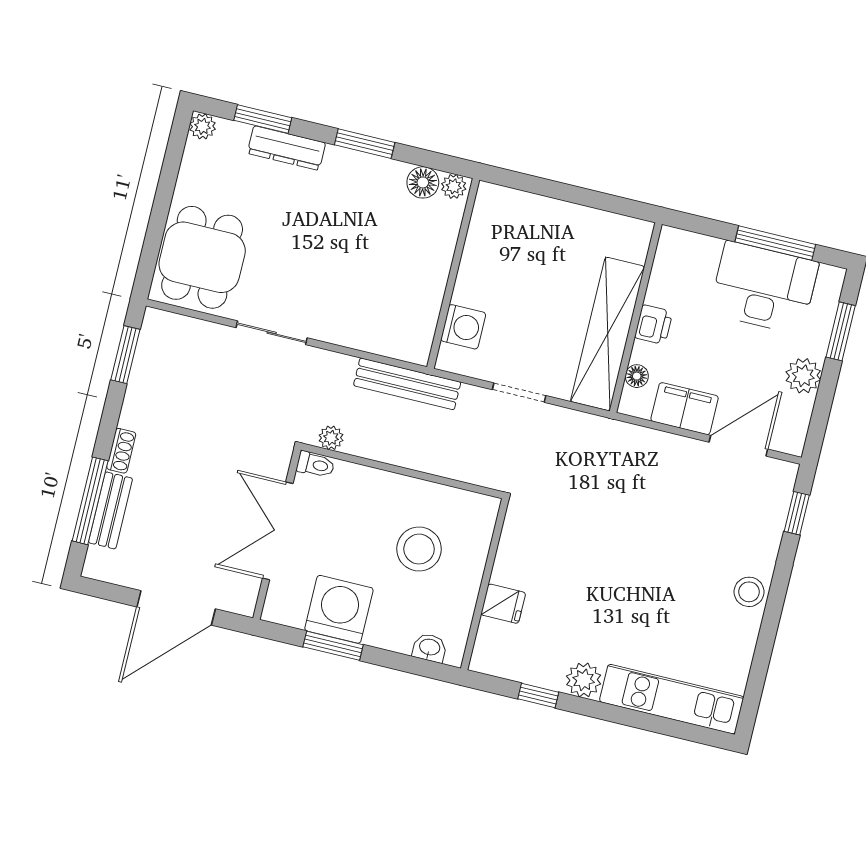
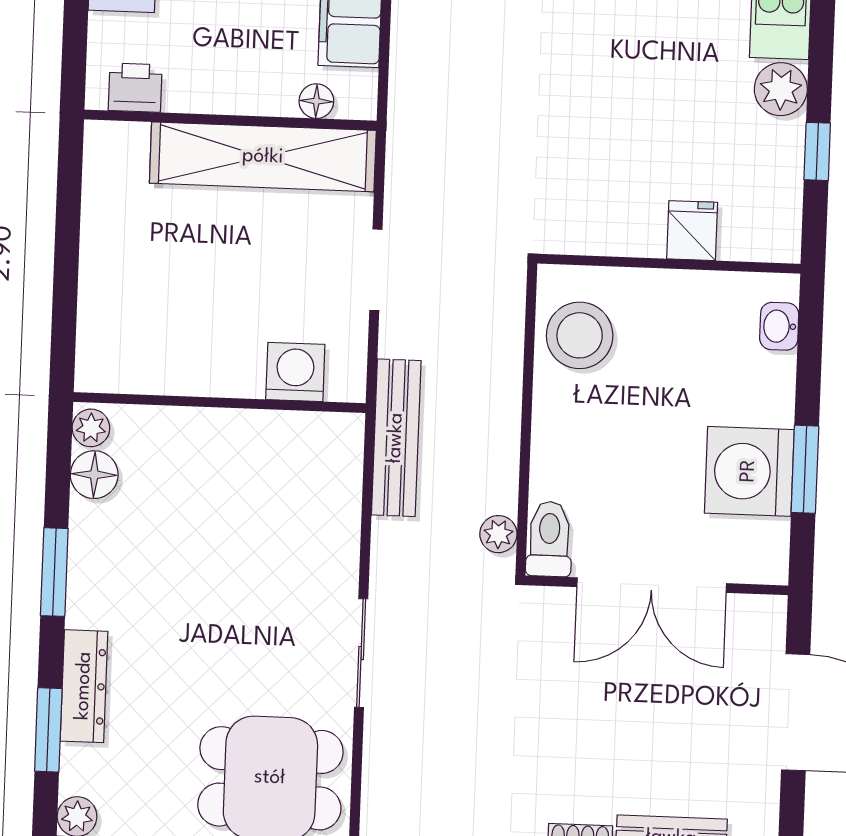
printer: (654, 325) -> (135, 88), moved
toilet: (315, 465) -> (549, 539), width x1.37, depth x1.39
stool: (419, 549) -> (580, 335), moved

